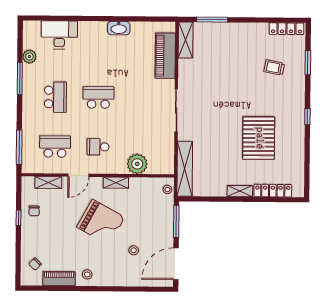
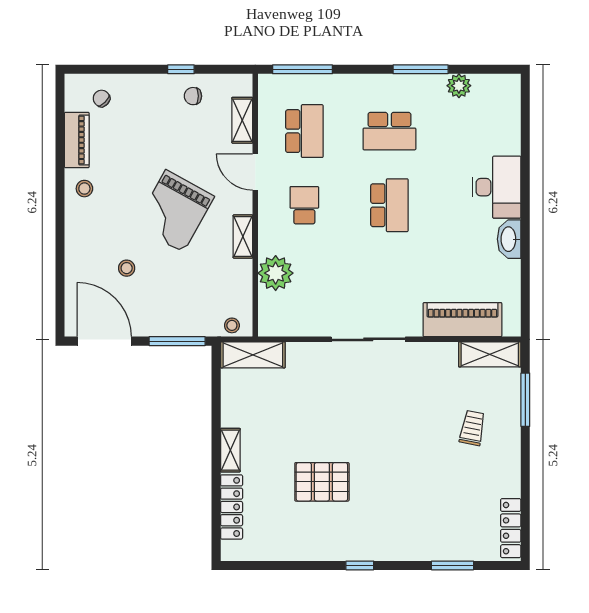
desk: (59, 35) -> (497, 187), moved
trolley: (274, 68) -> (472, 428), moved
pallet: (259, 138) -> (322, 482), width x0.73, depth x0.71
shelving: (185, 169) -> (253, 355), width x0.68

